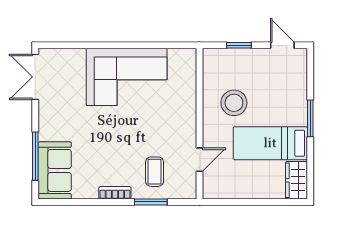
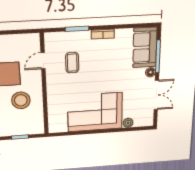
plant: (77, 56) -> (128, 123), added
double door: (35, 77) -> (156, 95), moved
floor lamp: (45, 133) -> (150, 72), added
coffee table: (155, 172) -> (72, 63), moved

